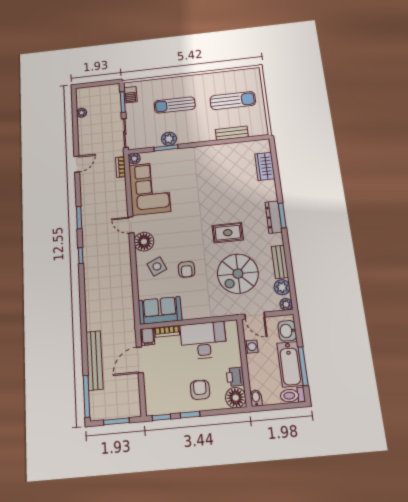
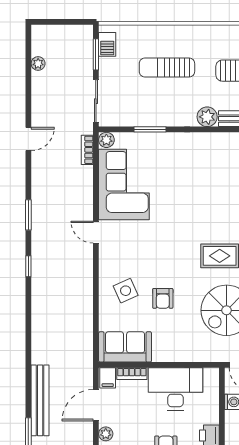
plant: (169, 139) -> (207, 117), moved
floor lamp: (144, 242) -> (111, 256), removed
plant: (149, 383) -> (106, 434), added

